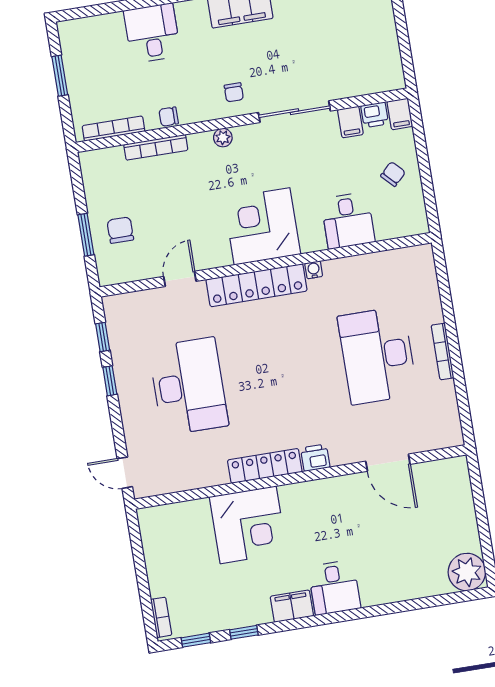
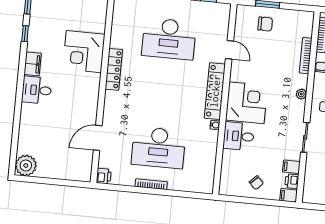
sliding door: (294, 112) -> (305, 137), width x0.73
desk: (348, 221) -> (239, 136), moved
desk: (377, 355) -> (158, 148), turned 180
printer: (315, 458) -> (104, 176), moved

